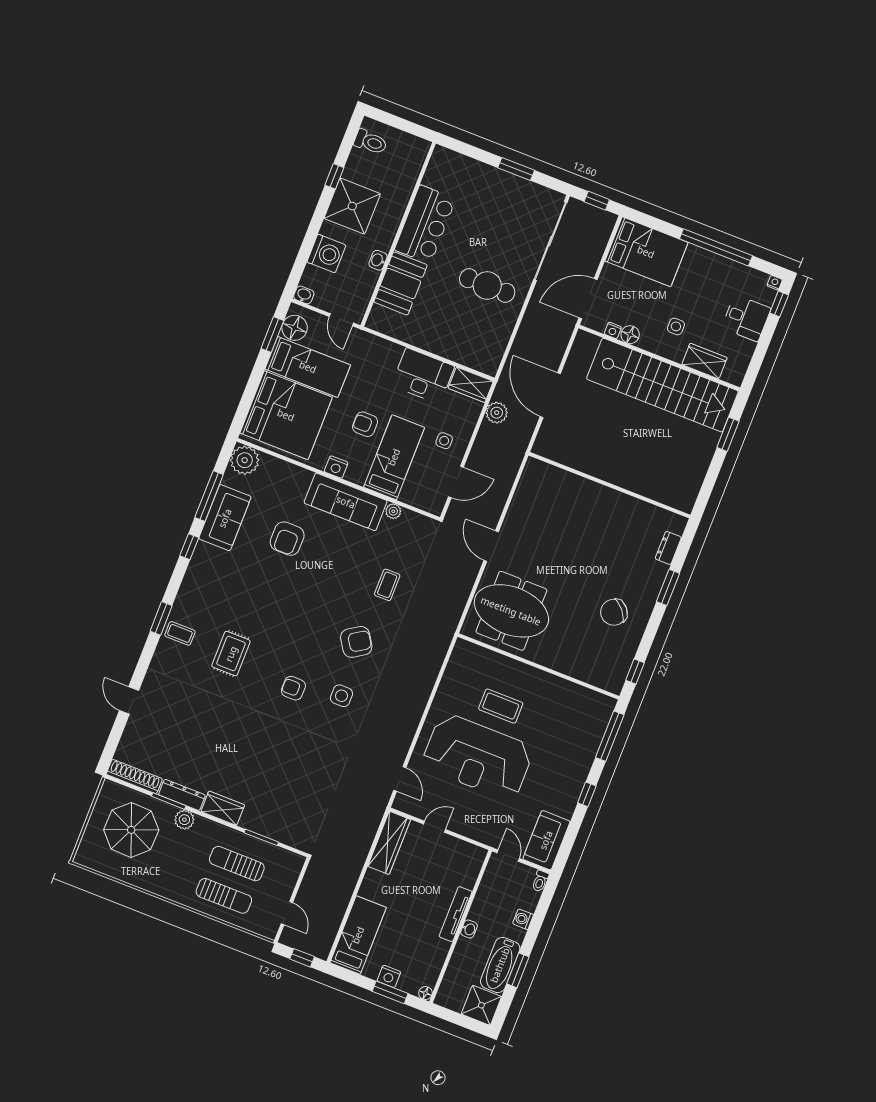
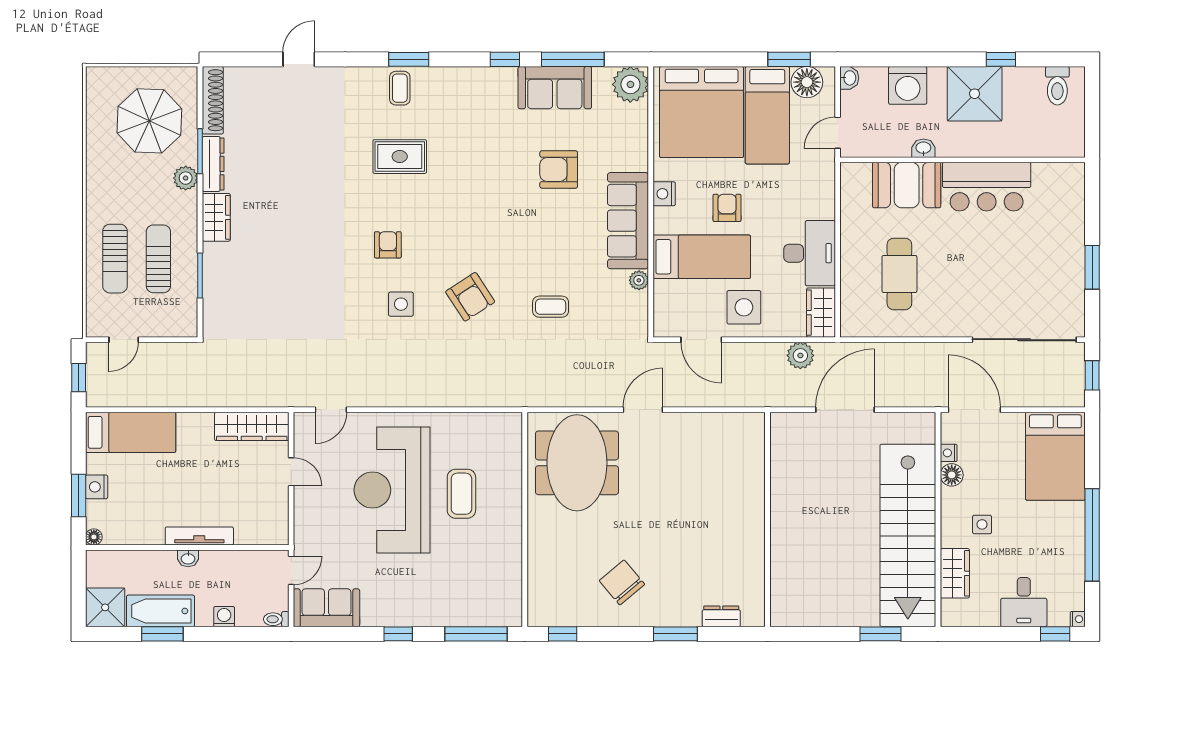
cafe table: (487, 285) -> (899, 274), moved
side table: (444, 441) -> (744, 307), width x1.87, depth x1.87

